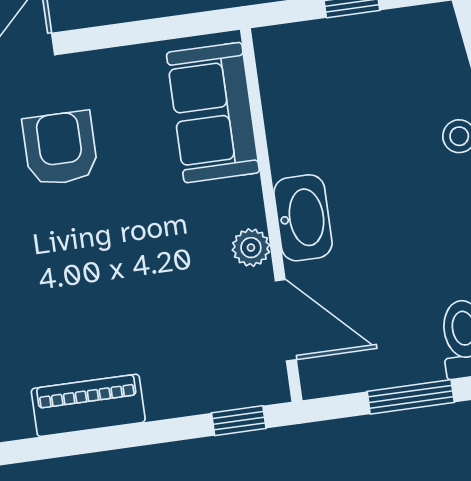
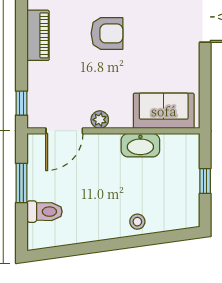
armchair: (60, 148) -> (107, 33), moved
washbasin: (303, 218) -> (140, 145), moved

